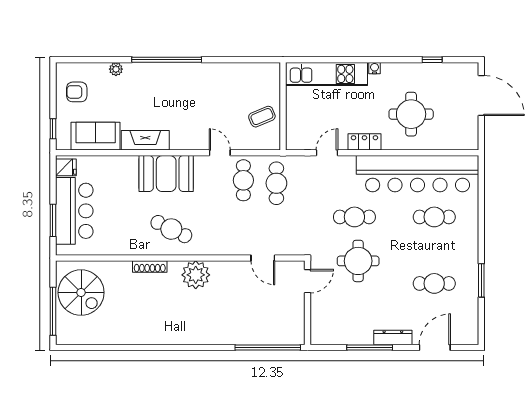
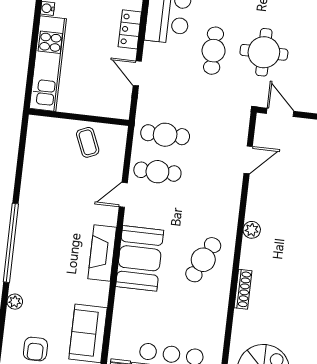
fireplace: (145, 140) -> (102, 253), moved
plant: (196, 275) -> (252, 230), width x0.53, depth x0.53

